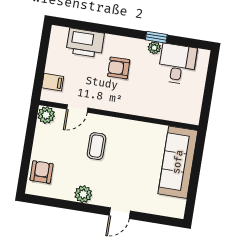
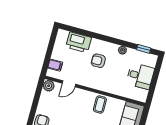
window: (156, 37) -> (144, 49), moved
desk: (177, 64) -> (140, 76), moved, turned 90
coffee table: (96, 146) -> (100, 105), moved

